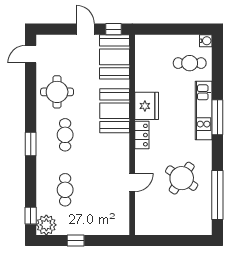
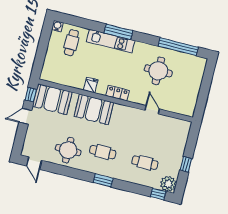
fridge: (147, 106) -> (91, 85), width x0.53, depth x0.75
round table: (182, 178) -> (158, 71), turned -34

